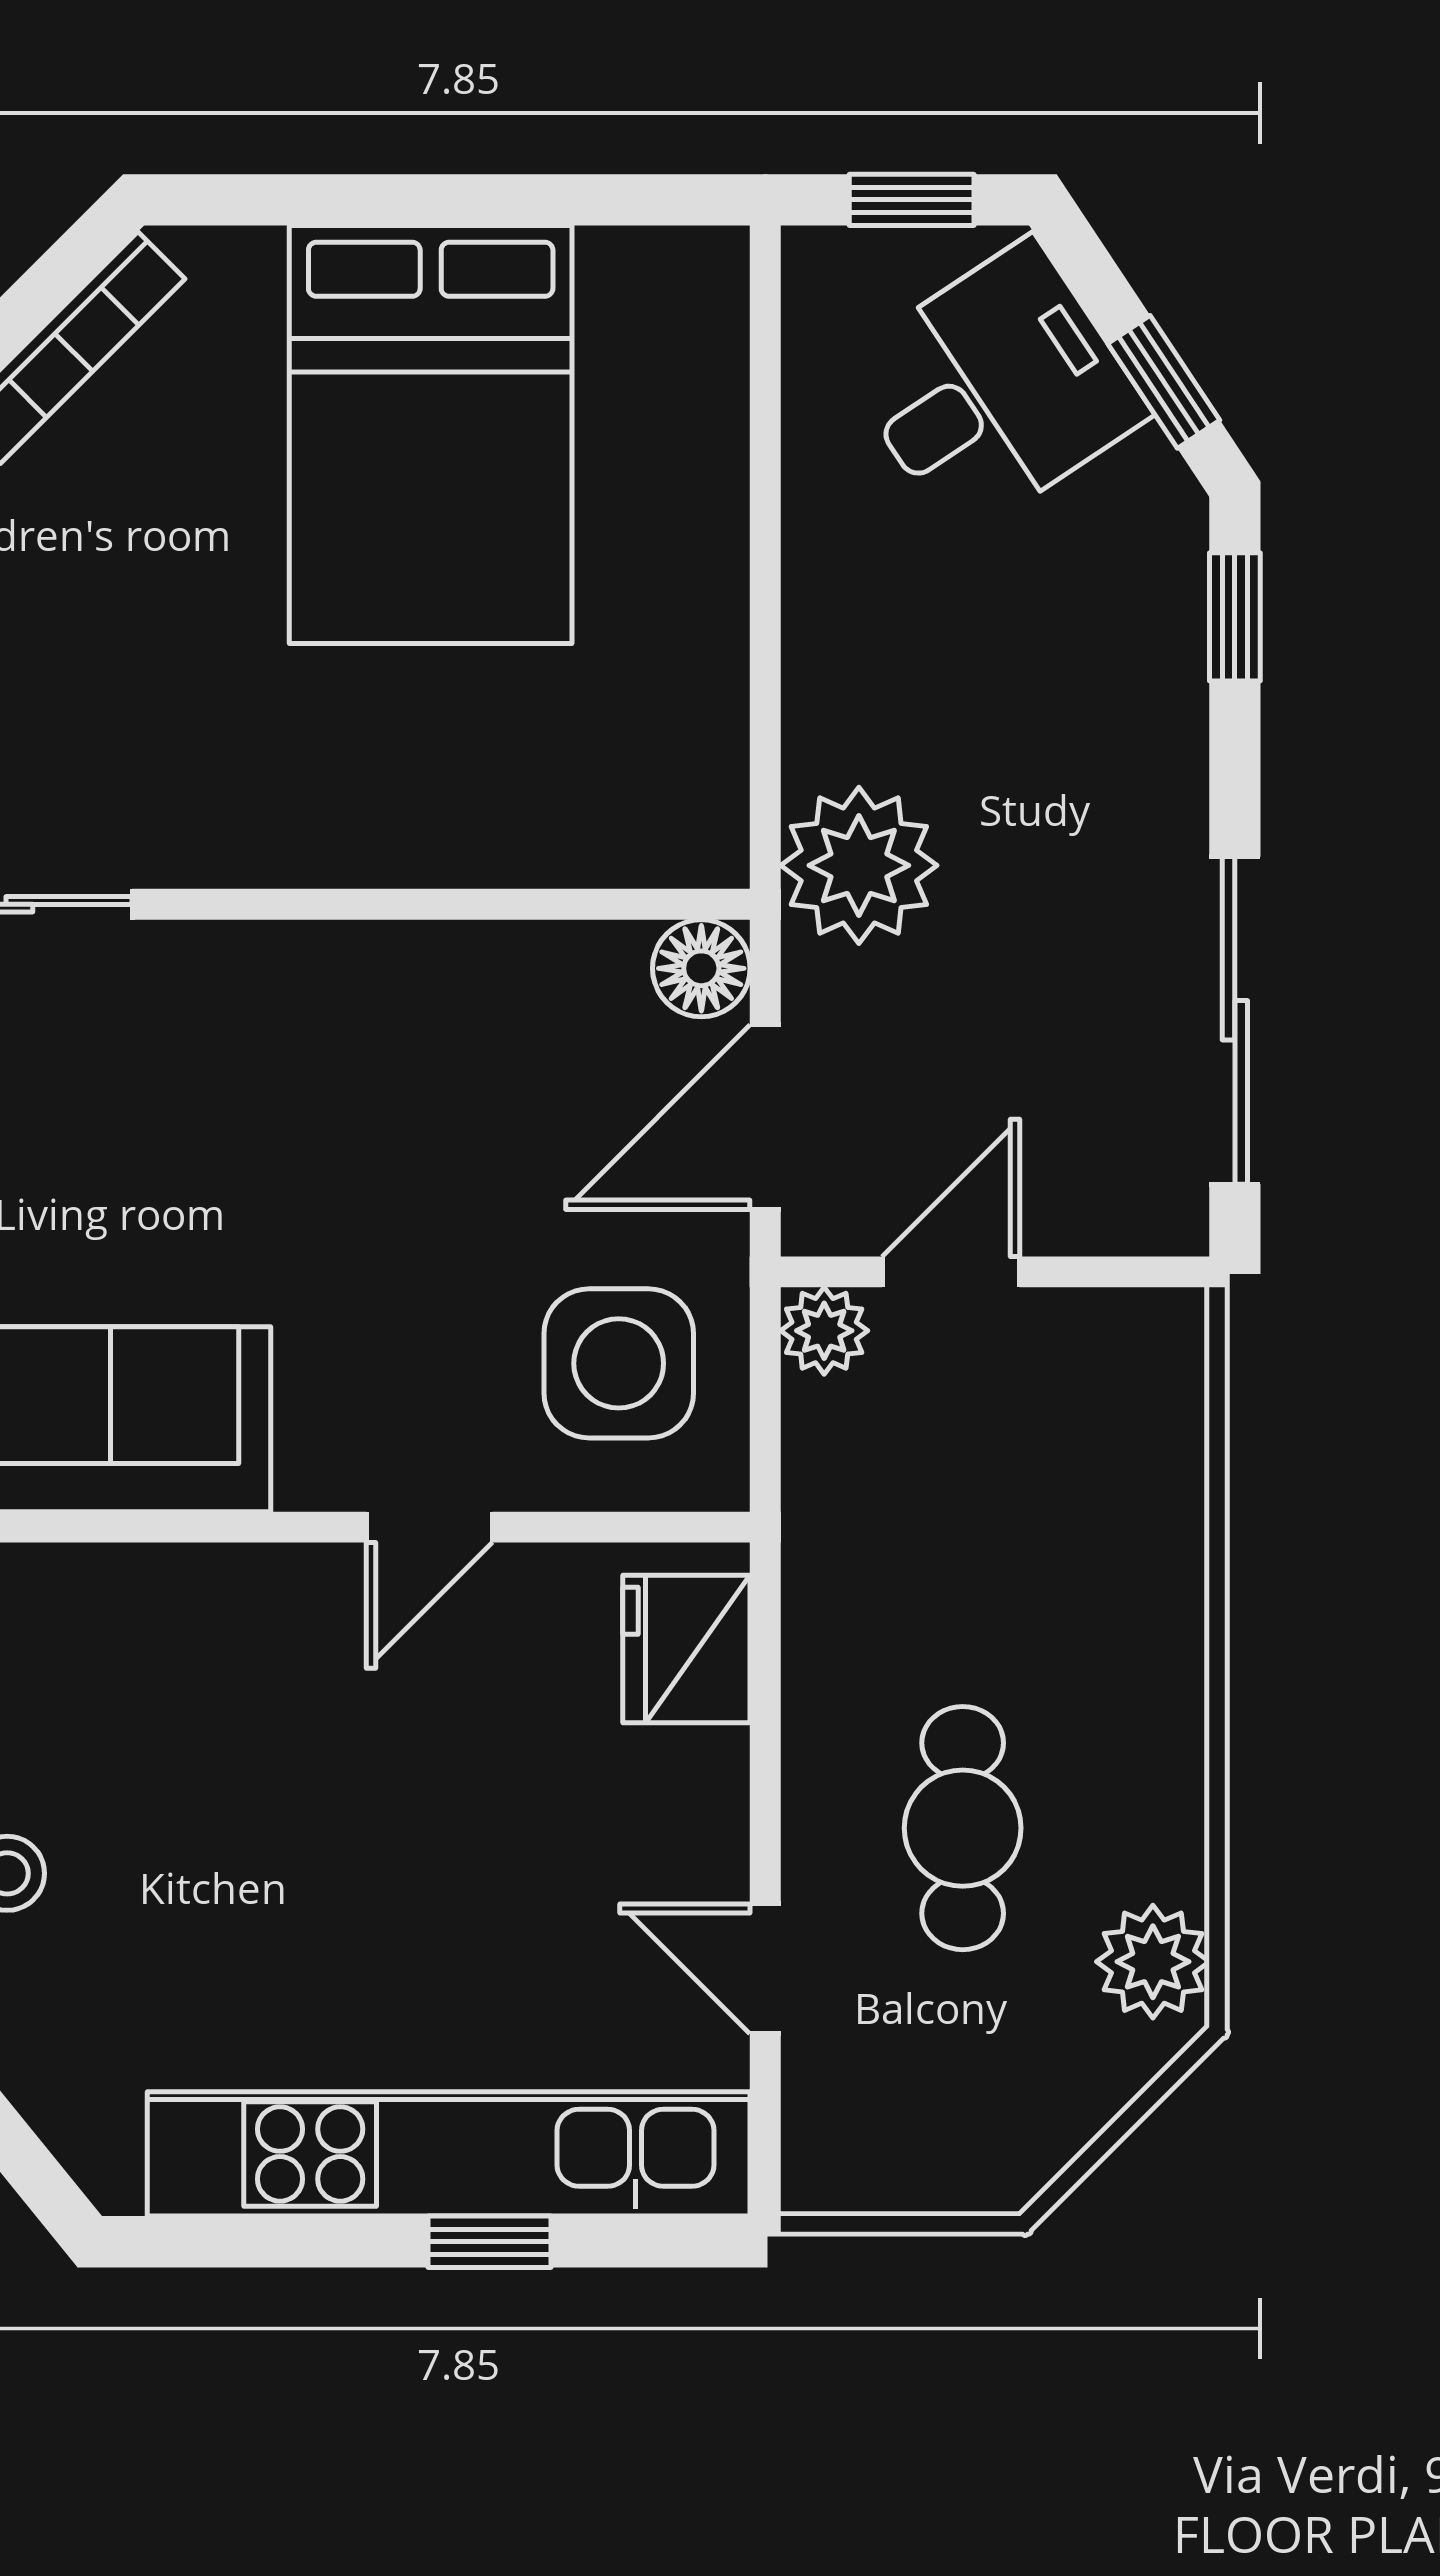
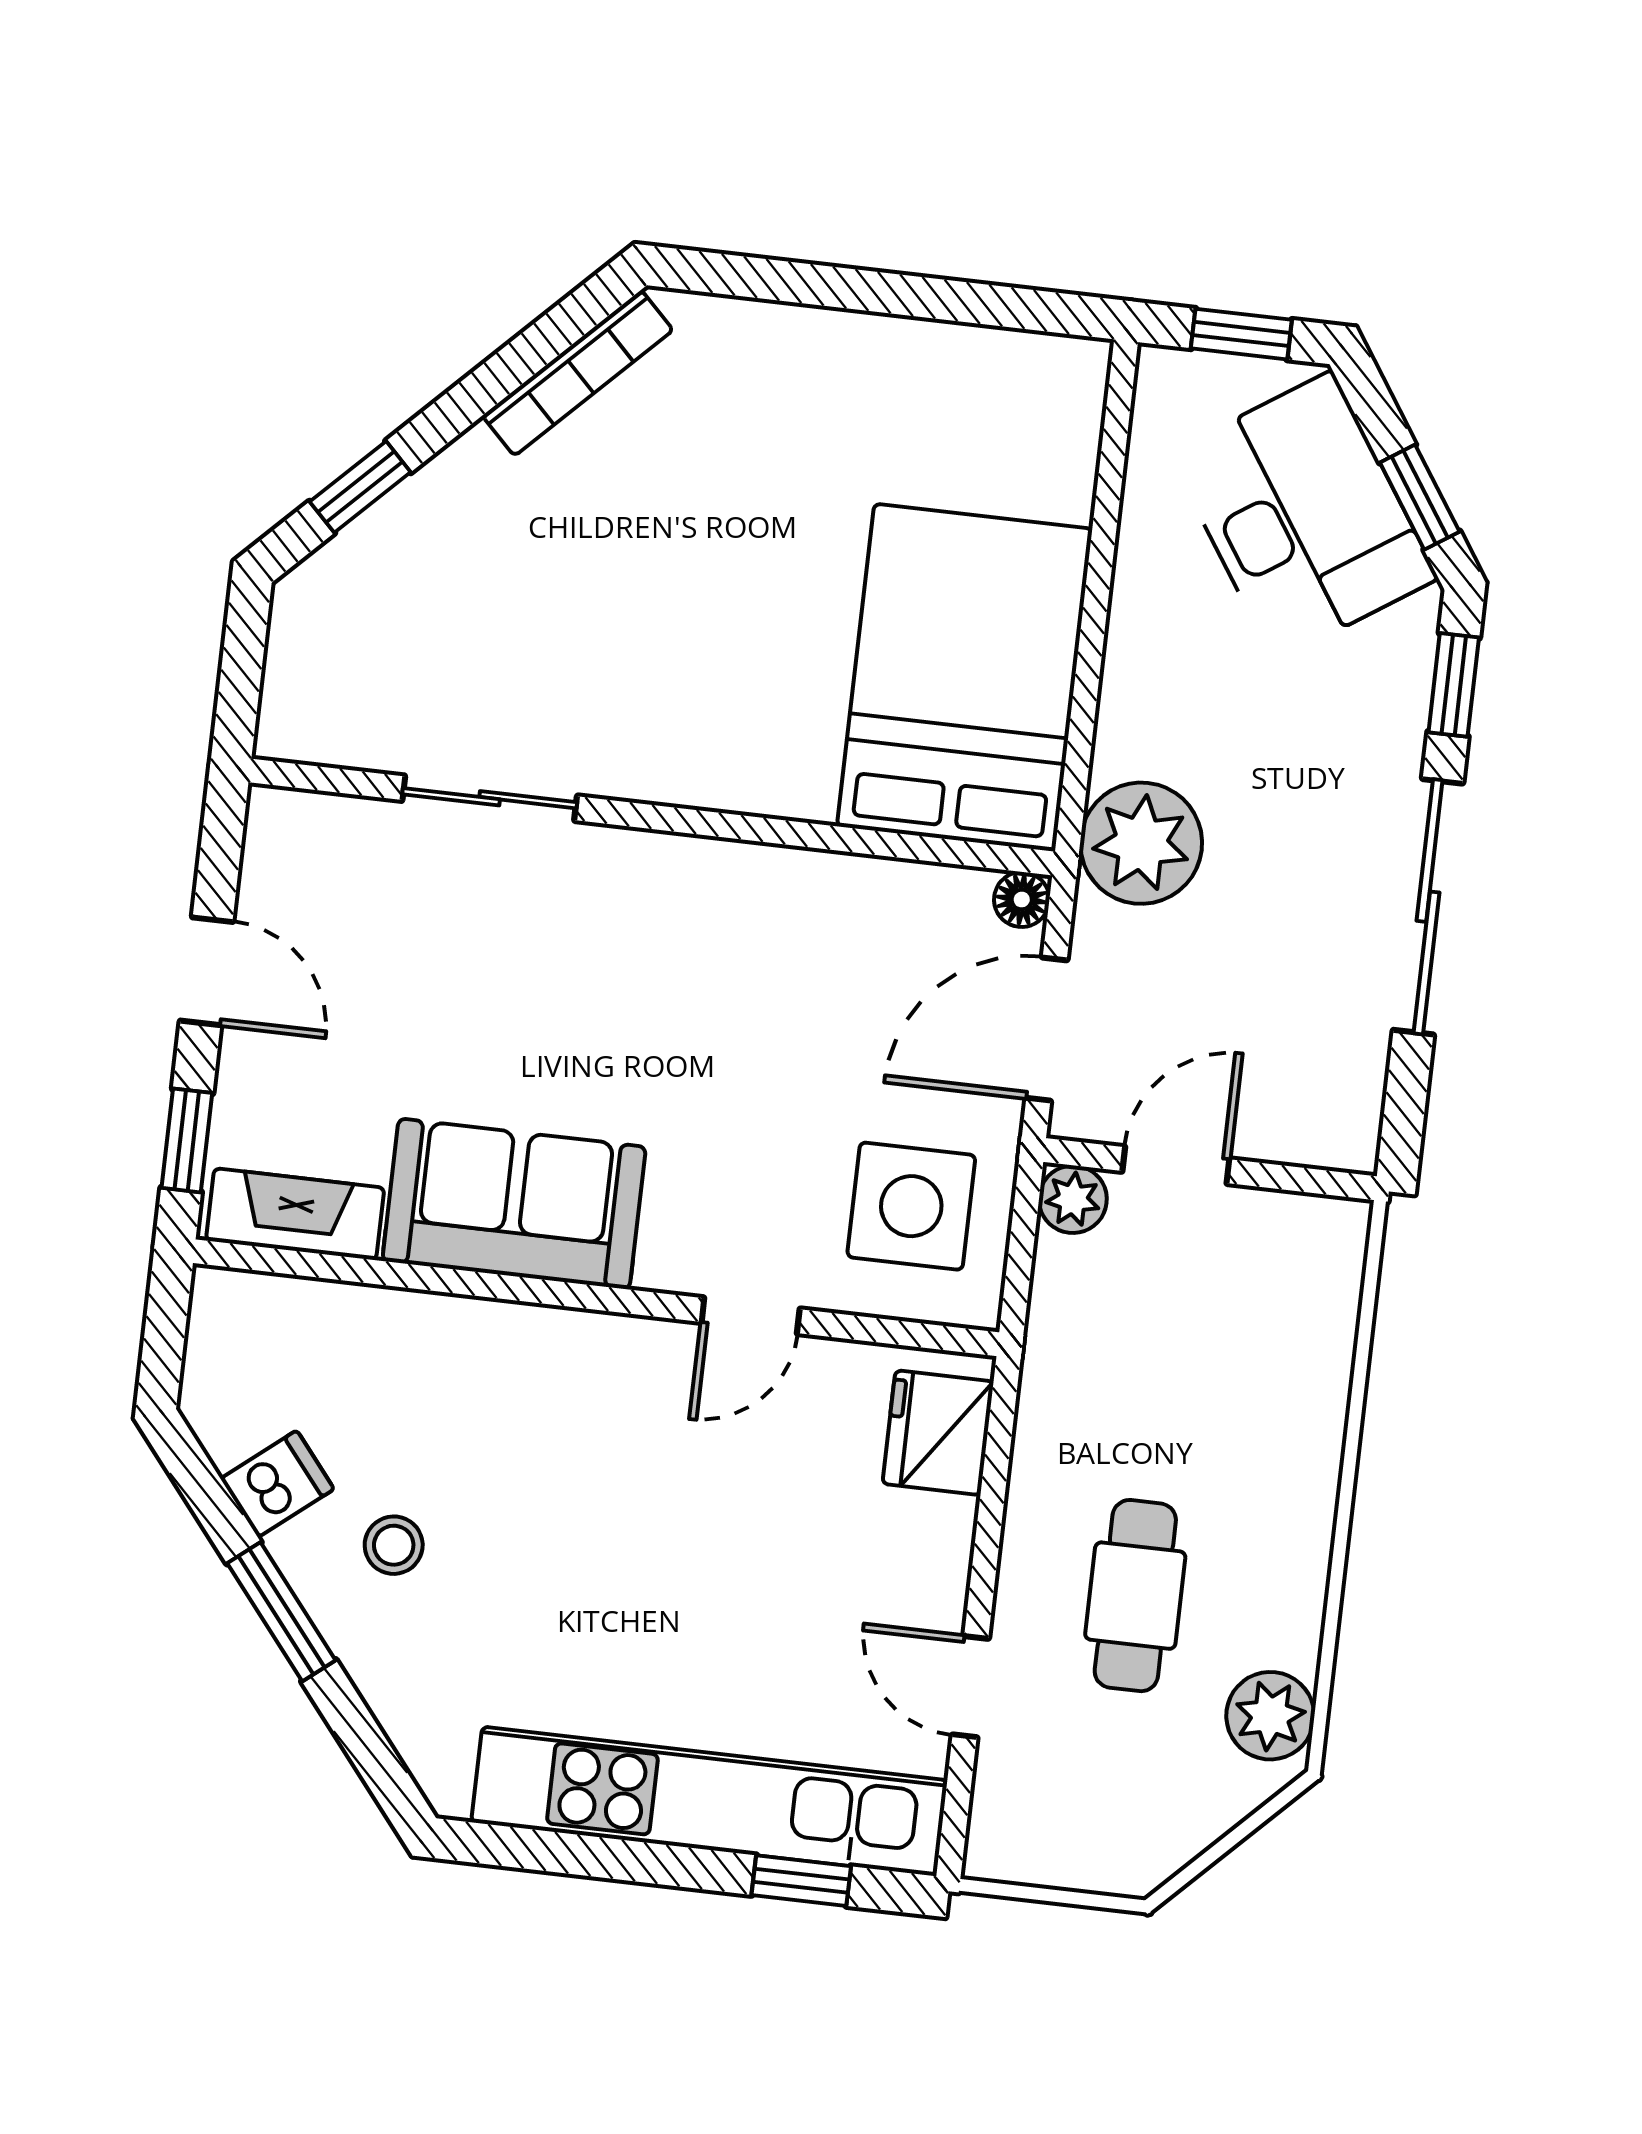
desk: (995, 389) -> (1303, 516), width x1.37
bed: (431, 435) -> (965, 678), moved, turned 180
floor lamp: (701, 968) -> (1022, 900), width x0.73, depth x0.73
sliding door: (1235, 1020) -> (1428, 907), moved
window: (489, 2242) -> (801, 1881), moved

